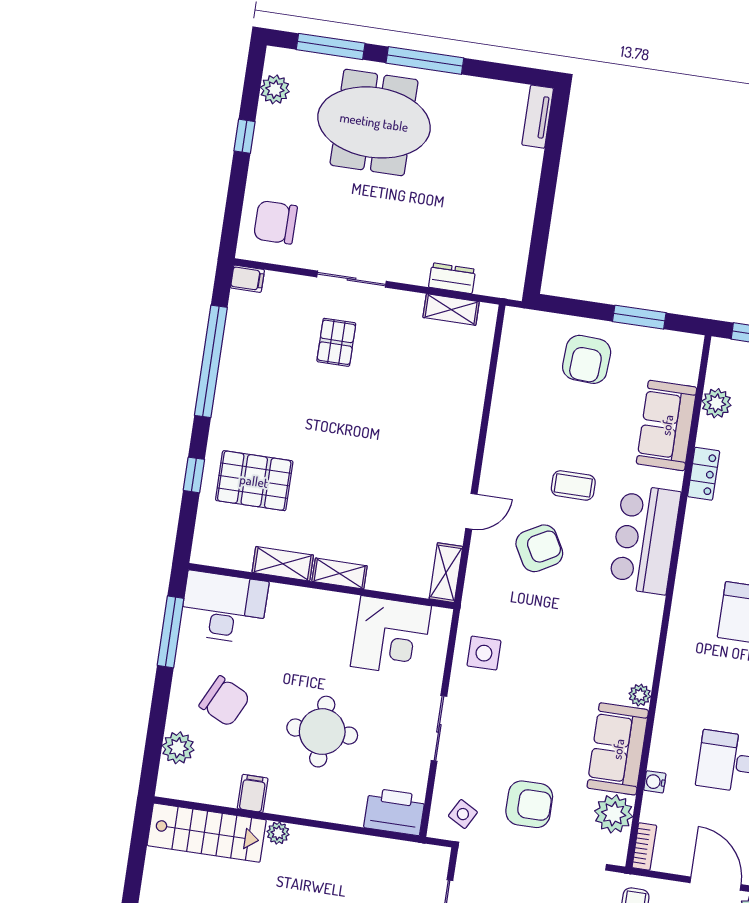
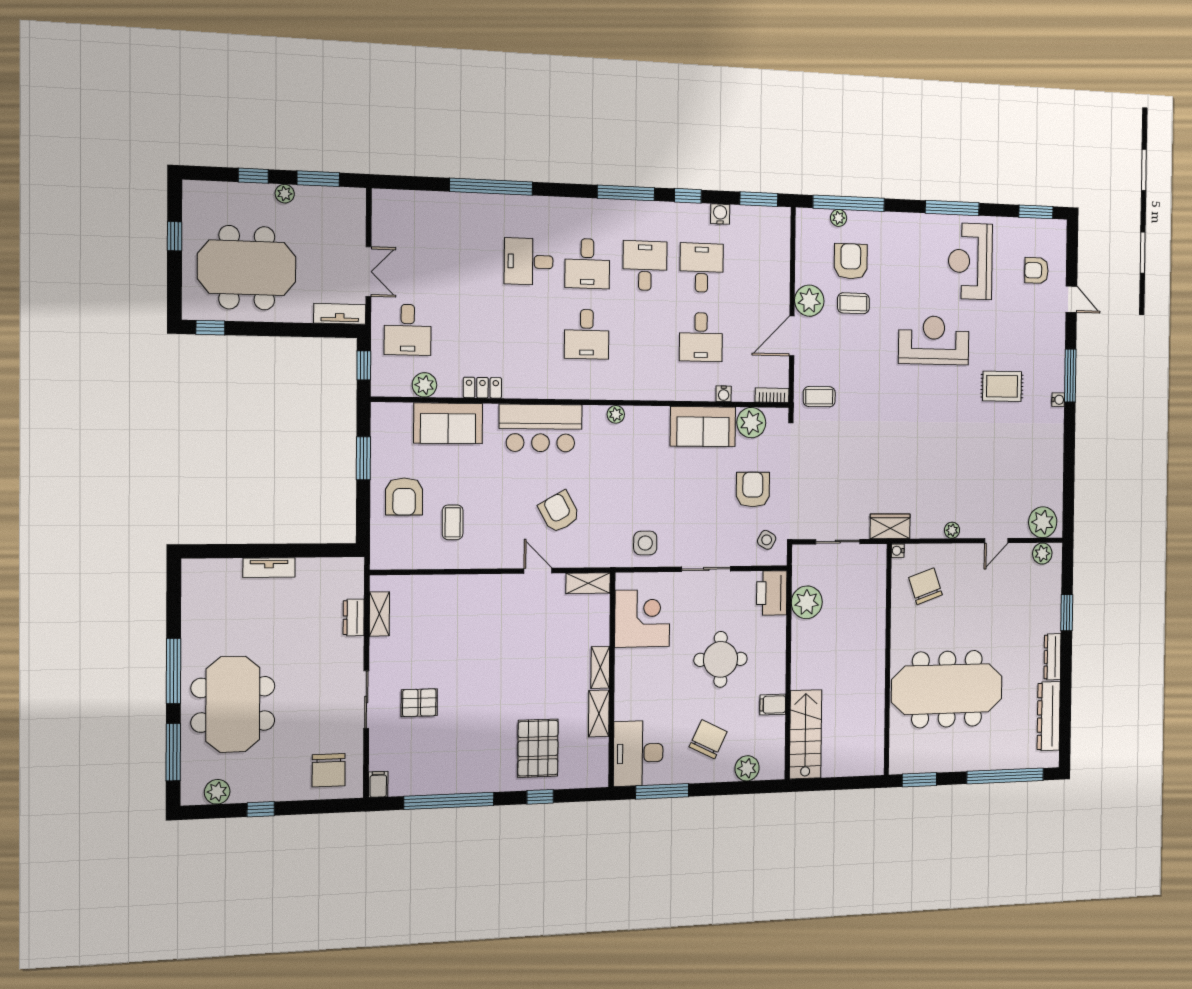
tv unit: (538, 117) -> (269, 568), moved
armchair: (587, 359) -> (404, 497), turned 87
coffee table: (573, 485) -> (453, 522), moved
plant: (640, 695) -> (616, 414), moved
plant: (278, 833) -> (807, 602), moved, width x1.87, depth x1.87

